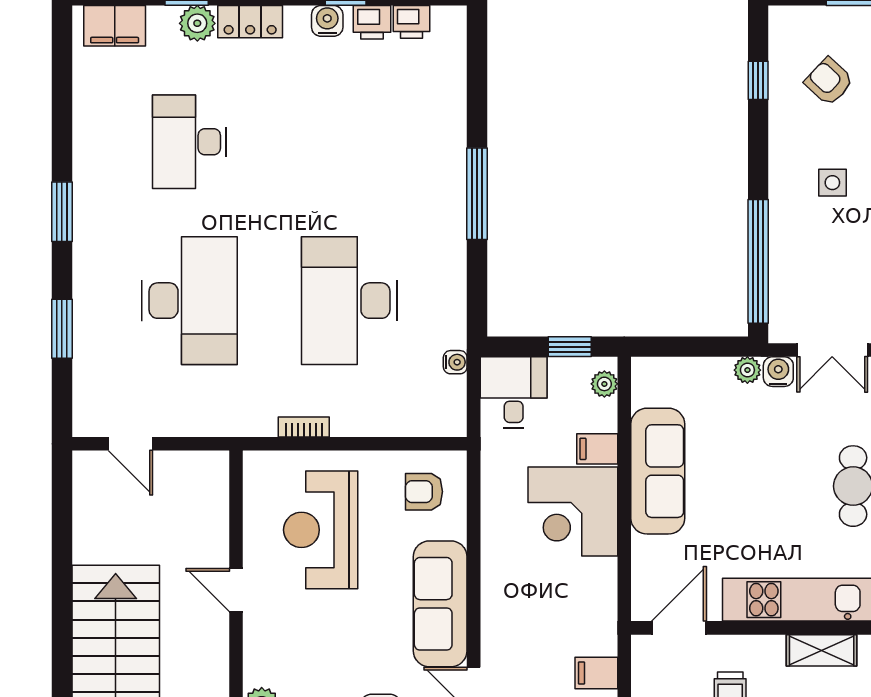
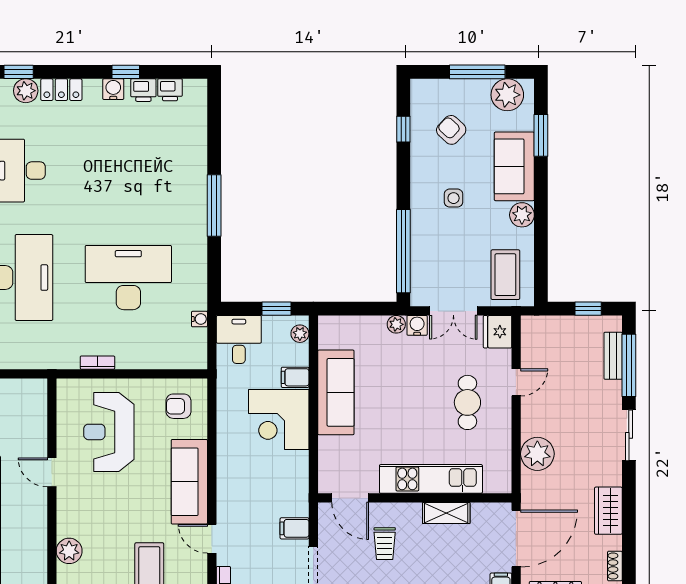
desk: (350, 301) -> (128, 278), turned 90
door: (679, 628) -> (350, 498), swing flipped

